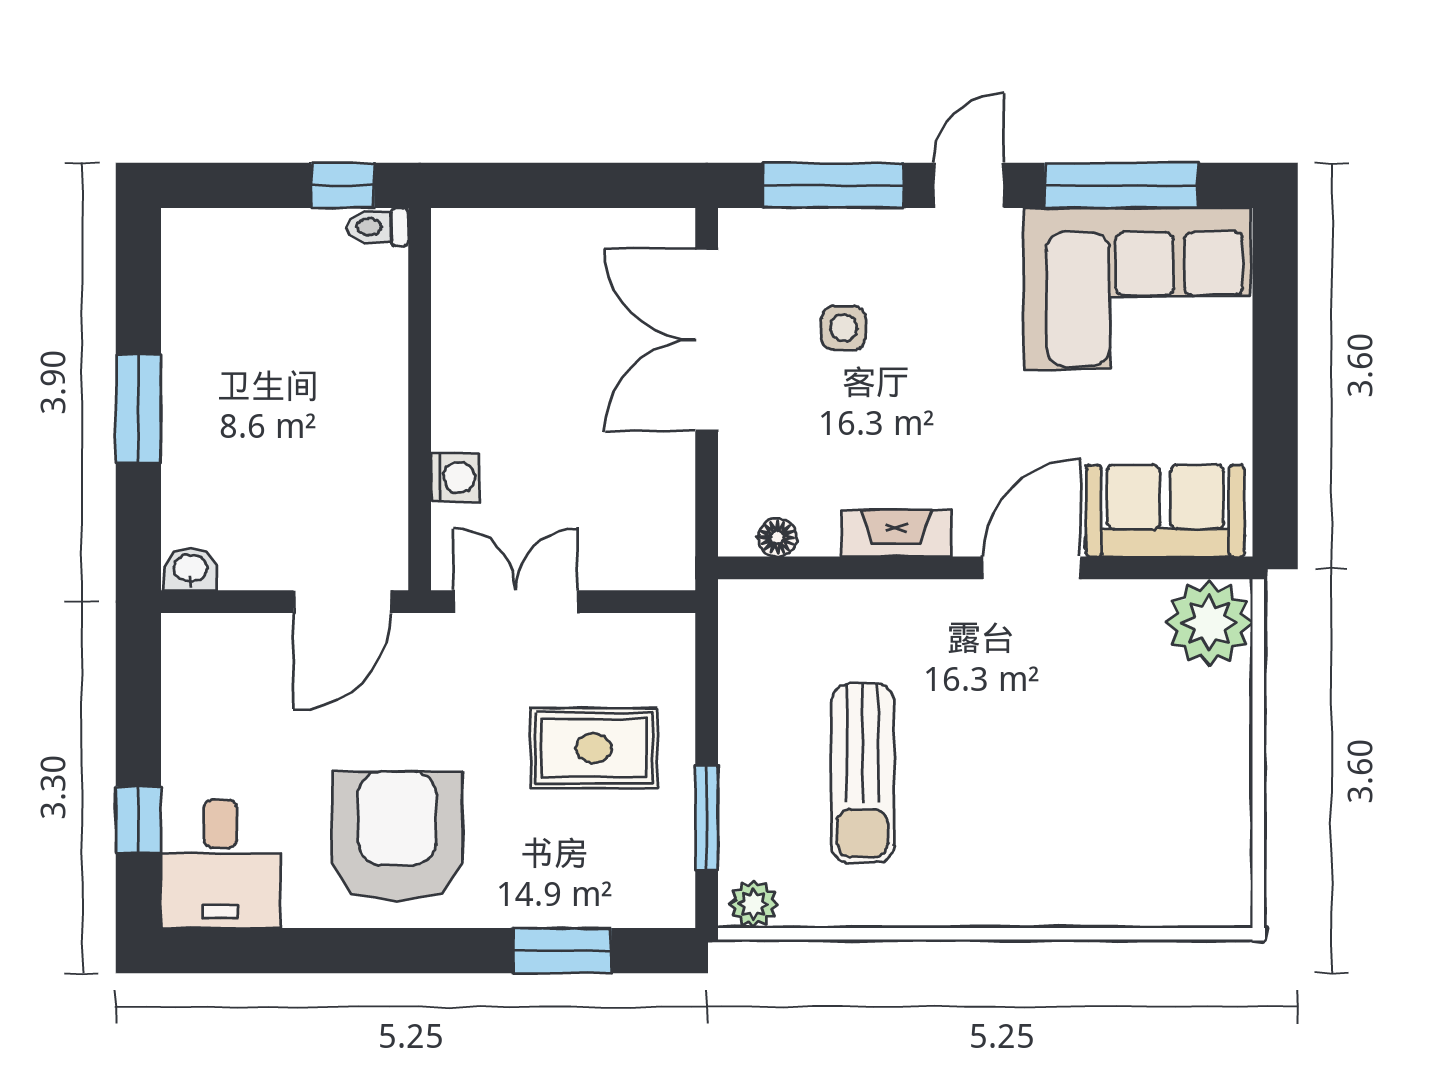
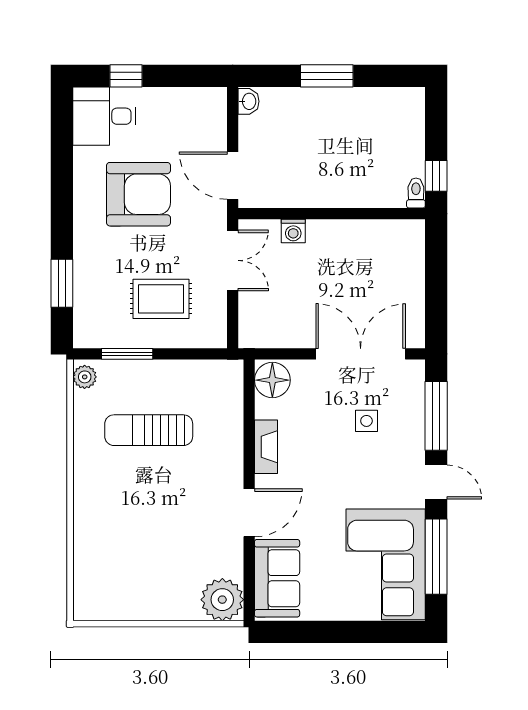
floor lamp: (777, 537) -> (272, 380), width x1.89, depth x1.89
door: (1032, 568) -> (249, 513), hinge flipped
rug: (594, 748) -> (161, 299), turned 90
armchair: (397, 837) -> (138, 194), moved

